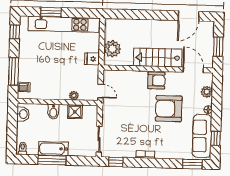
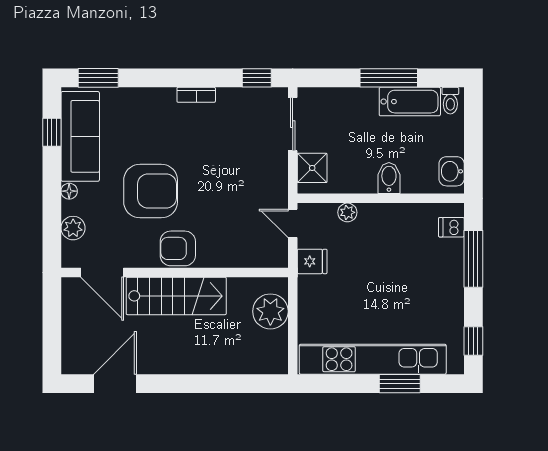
window: (218, 47) -> (52, 322), removed
fridge: (92, 59) -> (312, 261), moved
shower: (75, 112) -> (312, 168), moved
bathtub: (53, 149) -> (410, 102), moved

